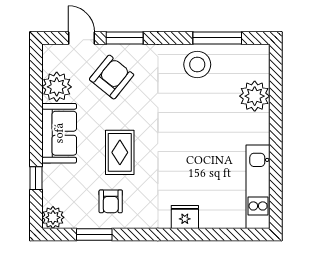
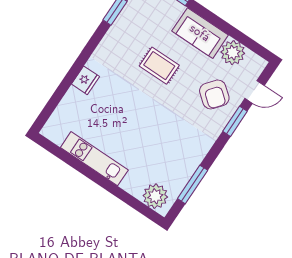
stool: (197, 64) -> (184, 159), removed
plant: (255, 96) -> (155, 196), moved
kitchen unit: (258, 187) -> (94, 159), moved
armchair: (111, 201) -> (130, 37), removed

